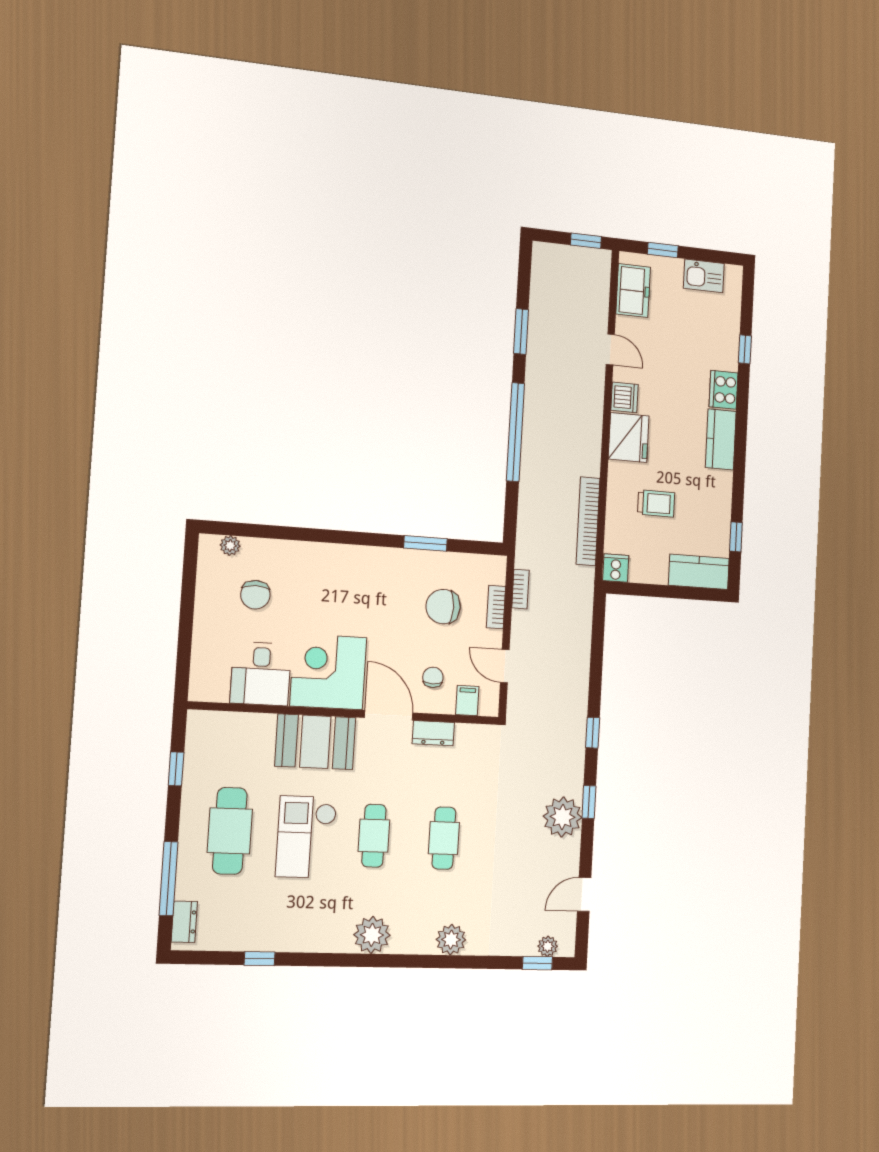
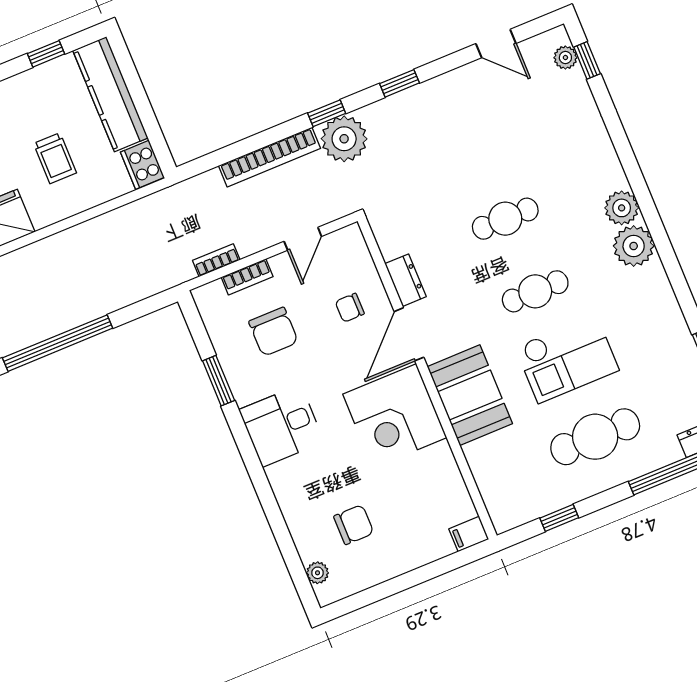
trolley: (656, 503) -> (55, 158), turned 180
bookcase: (588, 521) -> (269, 157), moved
cooker: (616, 568) -> (142, 165), width x1.36
kitchen counter: (699, 572) -> (110, 94), width x1.50
desk: (261, 674) -> (281, 426), moved, turned 180
filing cabinet: (467, 701) -> (469, 534), moved
plant: (562, 817) -> (344, 139), moved
plant: (451, 940) -> (622, 208), moved

